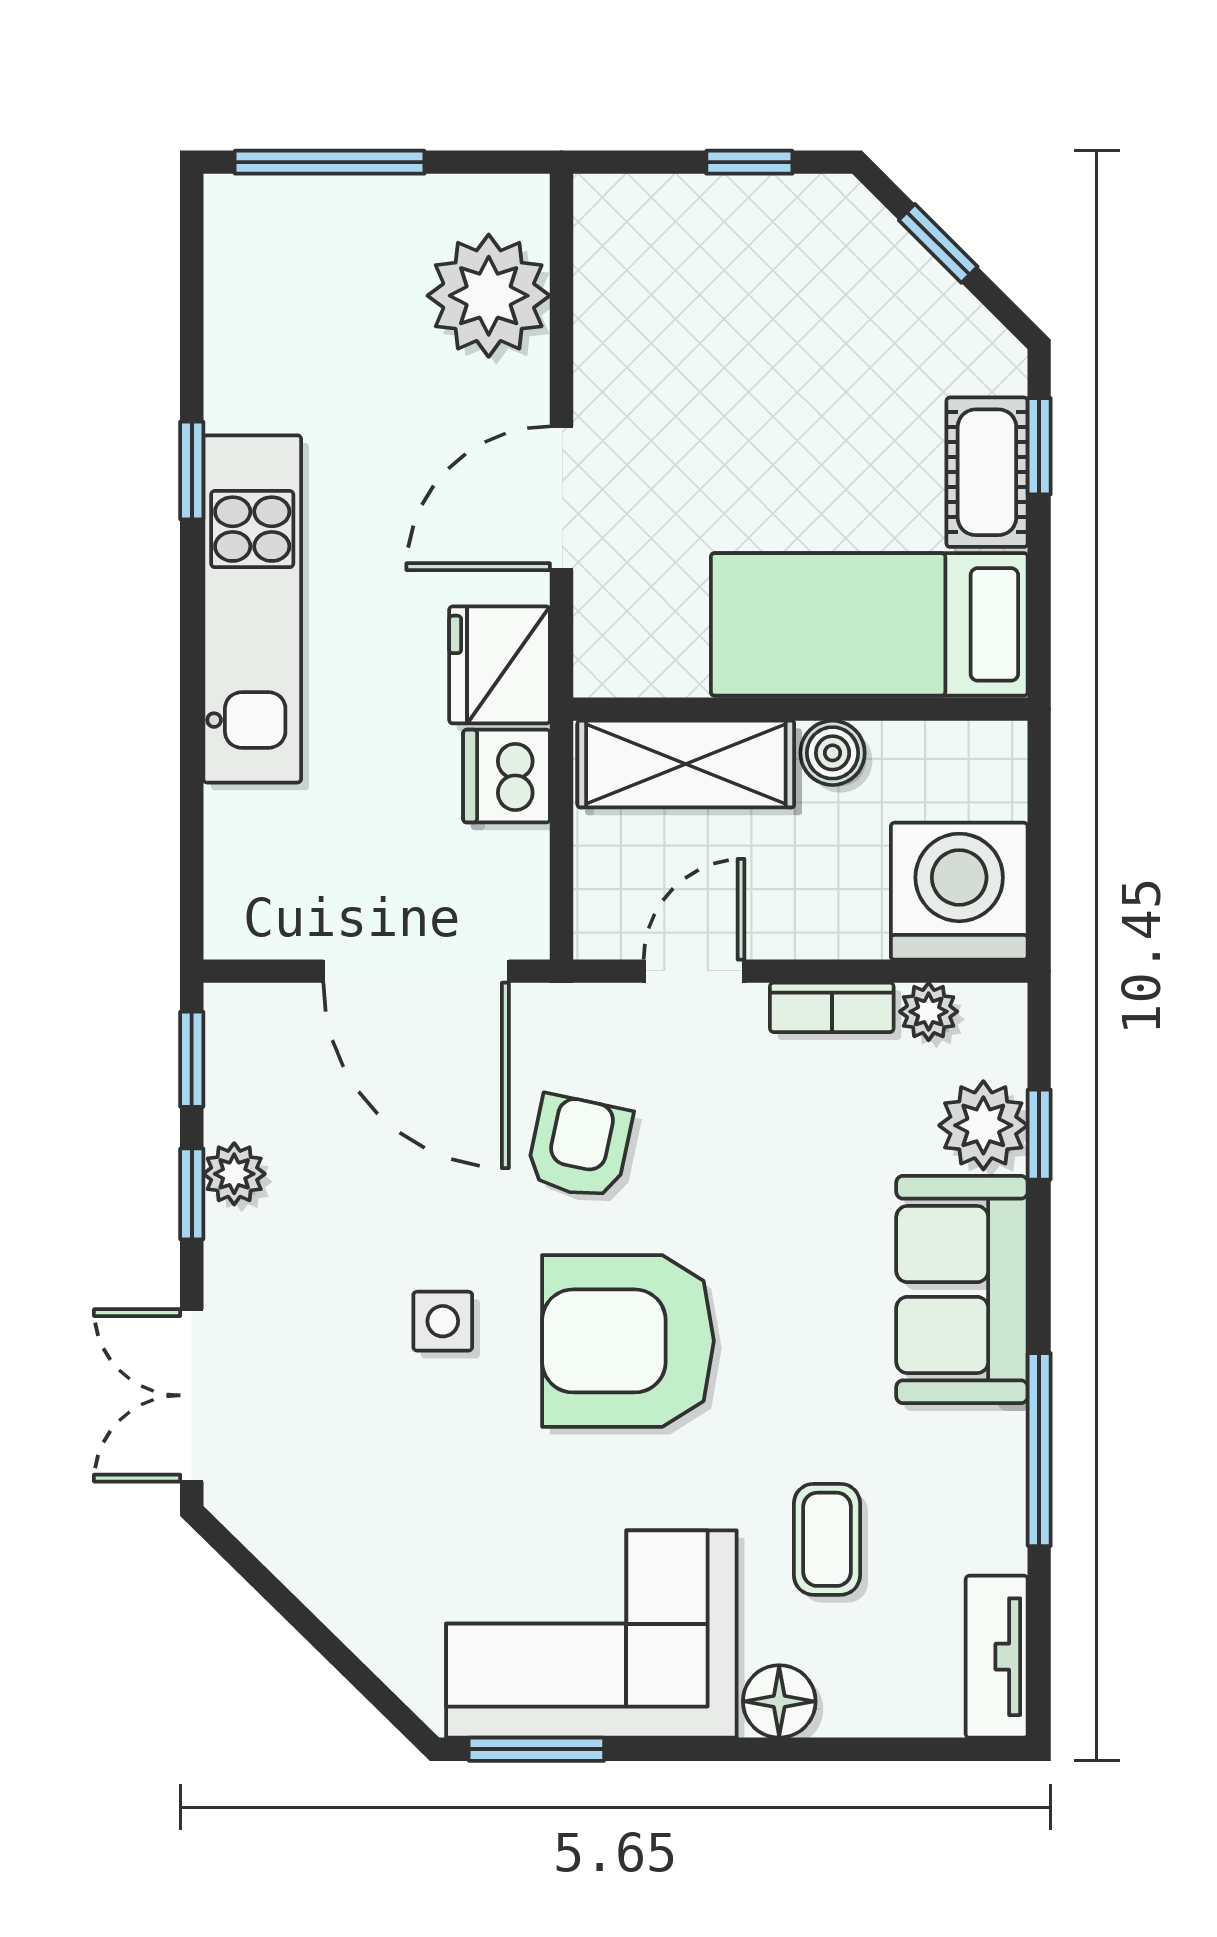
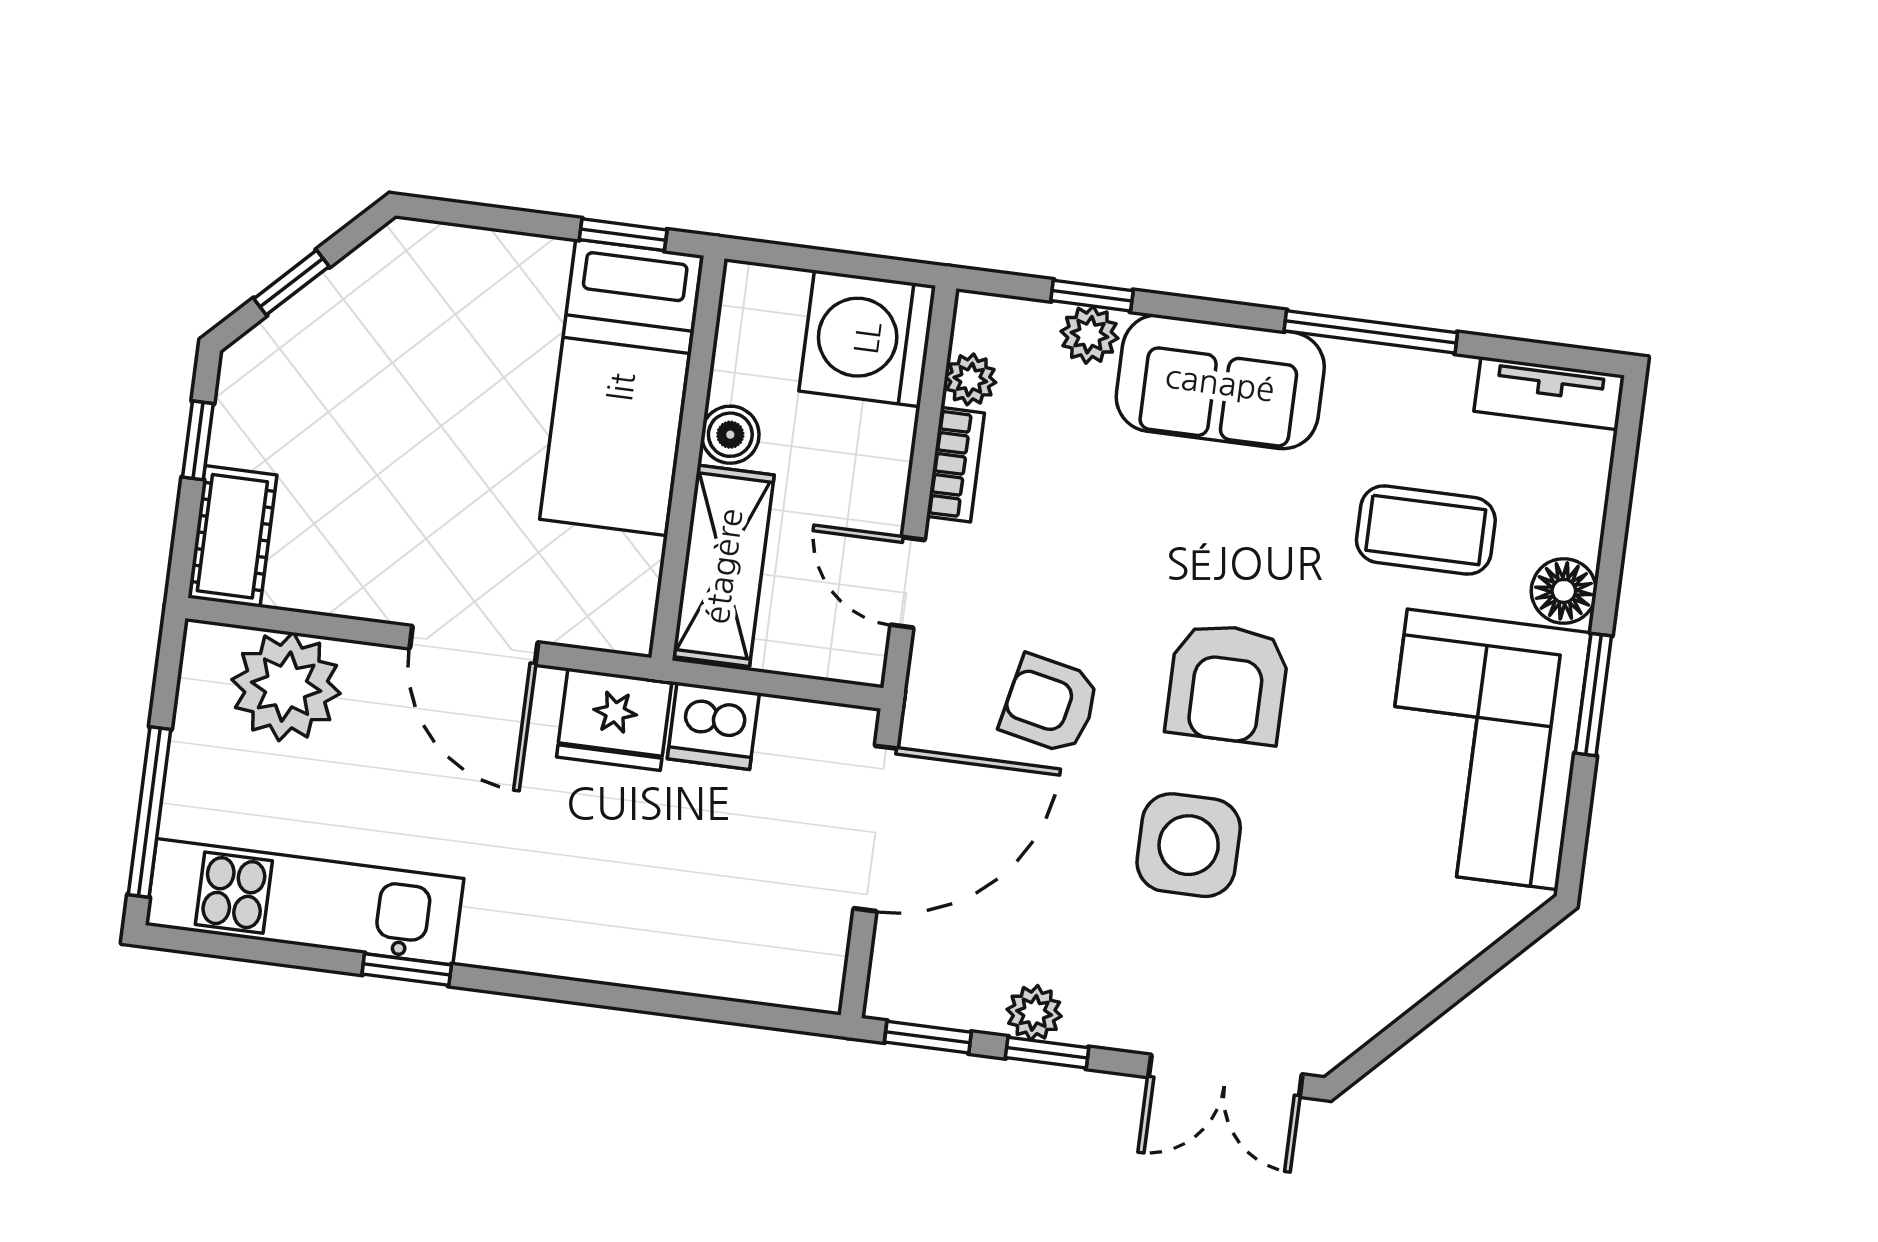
window: (1039, 446) -> (623, 235), moved
cot: (987, 472) -> (232, 536), moved, turned 90
kitchen unit: (252, 609) -> (305, 902), moved
plant: (983, 1125) -> (1089, 335), width x0.73, depth x0.73
side table: (443, 1321) -> (1189, 845), width x1.87, depth x1.87
armchair: (628, 1341) -> (1227, 683), width x0.73, depth x0.73
coffee table: (827, 1539) -> (1426, 530), width x1.36, depth x1.30
window: (536, 1749) -> (1593, 695), moved

